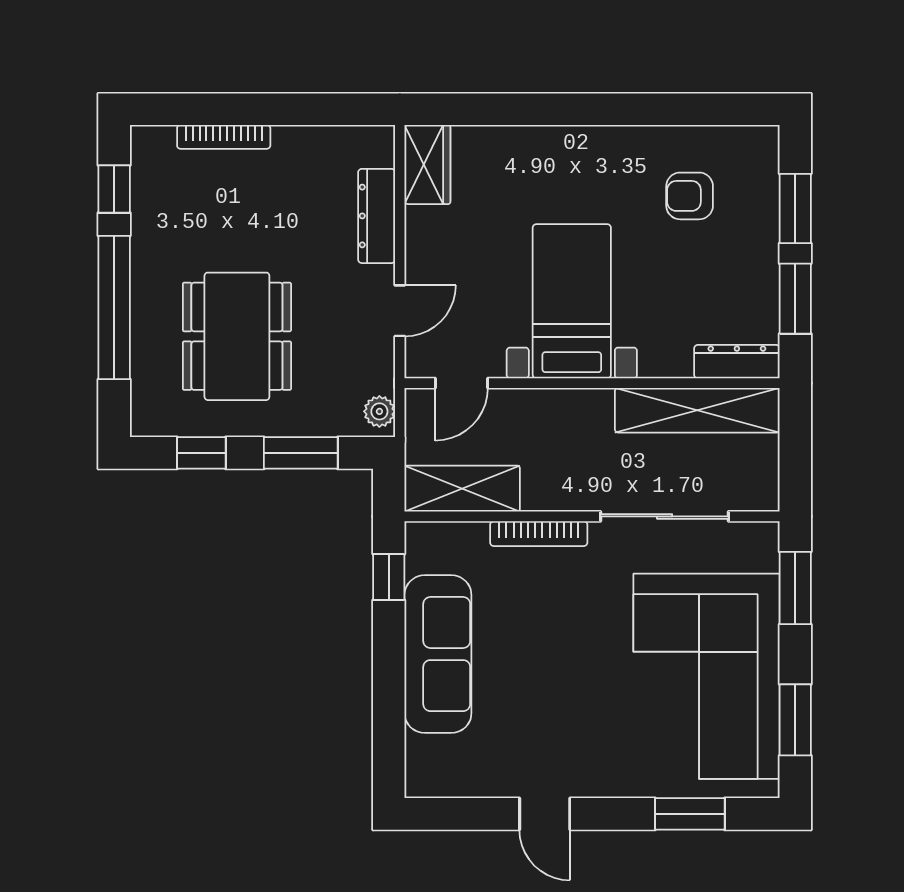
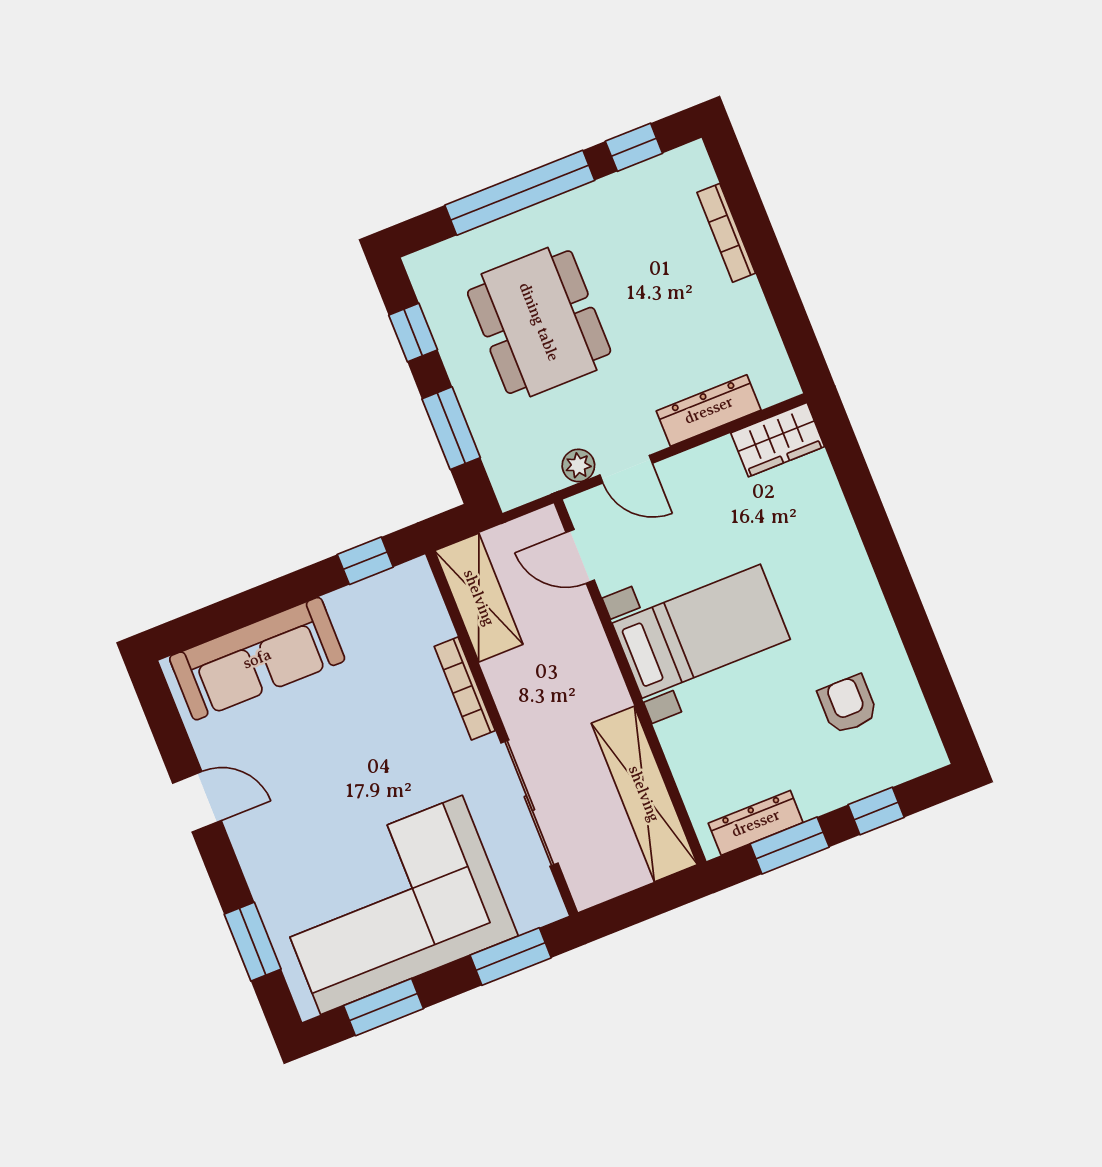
window: (795, 209) -> (876, 811), width x0.67
dining table: (237, 336) -> (539, 322), turned 90
dresser: (737, 362) -> (756, 823), moved, turned -90
plant: (379, 411) -> (578, 465), moved
sofa: (438, 654) -> (257, 659), moved
door: (545, 814) -> (197, 802), swing flipped

